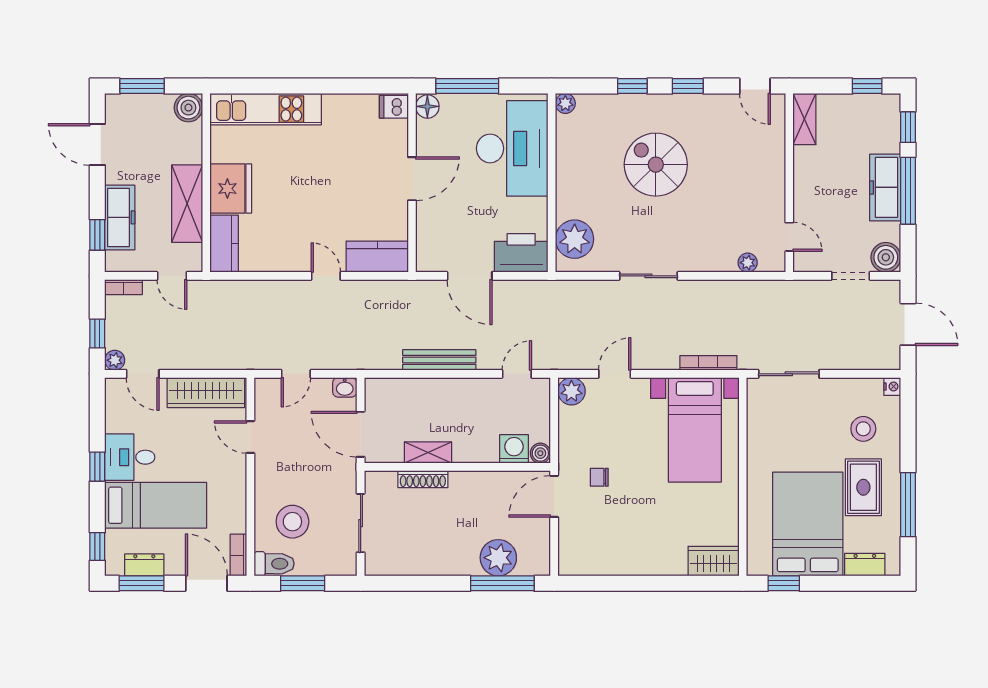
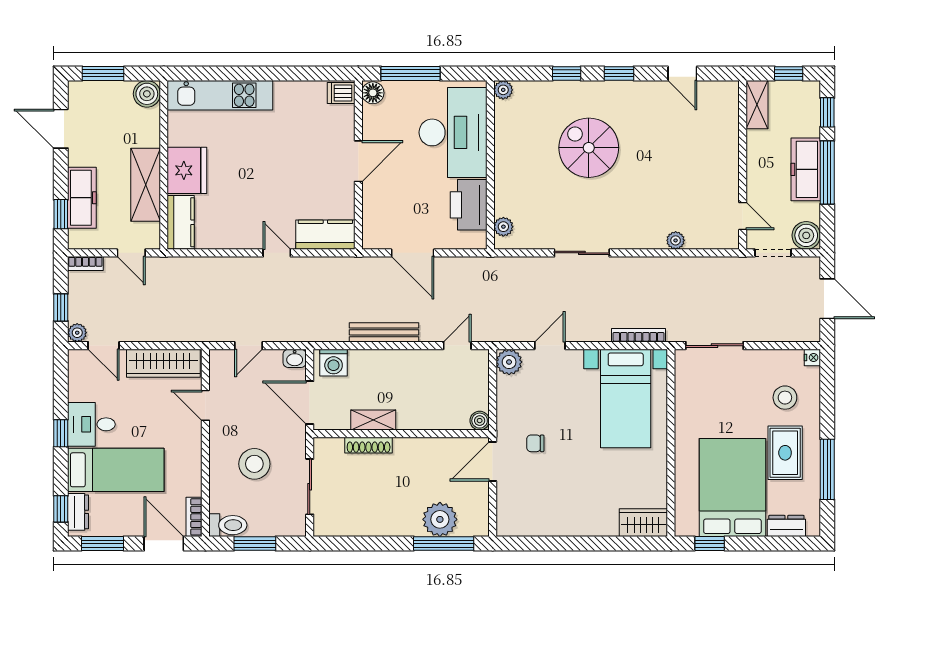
shelving: (804, 119) -> (757, 105), moved
wall: (789, 183) -> (743, 165), moved
door: (789, 237) -> (743, 216), moved
plant: (575, 239) -> (503, 227), width x0.53, depth x0.53
printer: (521, 253) -> (469, 205), moved, turned -90
washing machine: (514, 449) -> (334, 363), moved, turned 180
stool: (292, 522) -> (254, 464), moved
dresser: (144, 565) -> (78, 512), moved, turned 90

